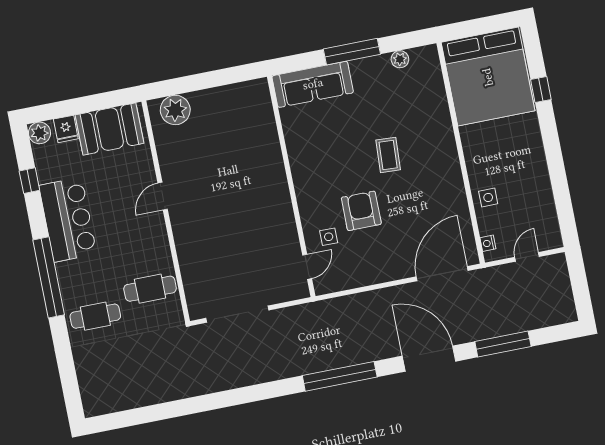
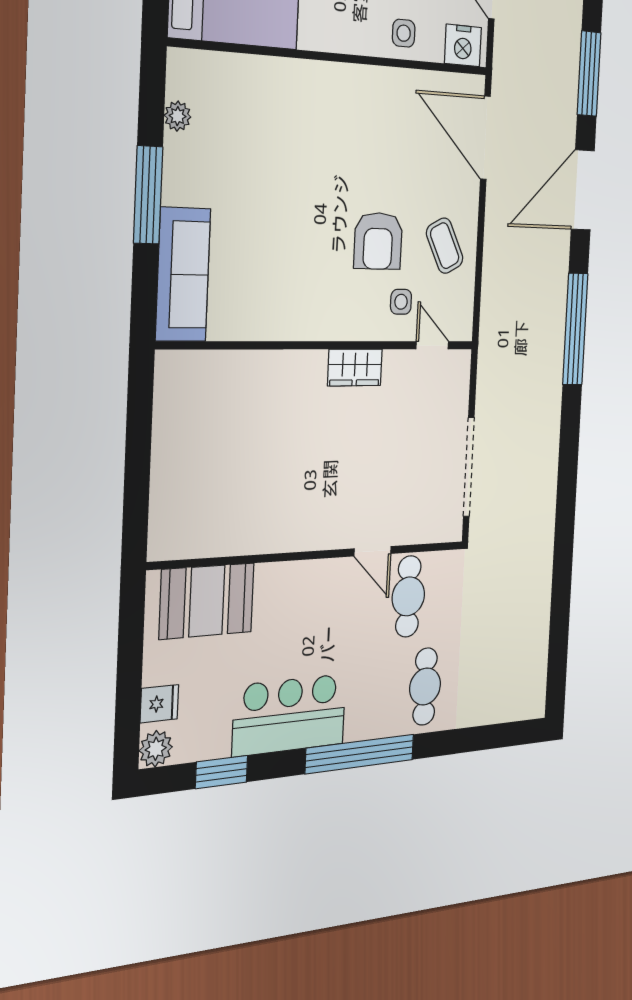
plant: (175, 110) -> (171, 515), removed
booth: (109, 129) -> (207, 601), moved, turned 90
coffee table: (388, 155) -> (445, 246), moved, turned 60
window: (29, 181) -> (222, 772), width x1.50
door: (163, 196) -> (373, 551), moved
armchair: (361, 211) -> (378, 241), turned -90
wardrobe: (283, 214) -> (355, 367), added
nightstand: (488, 243) -> (463, 45), width x1.89, depth x1.79

